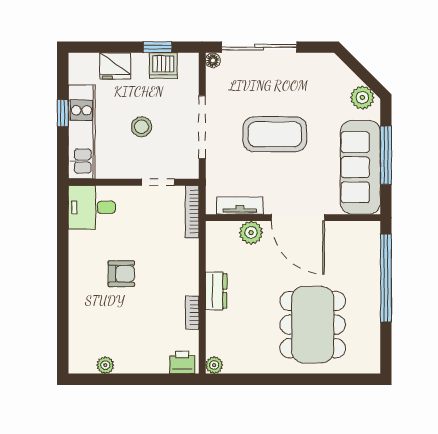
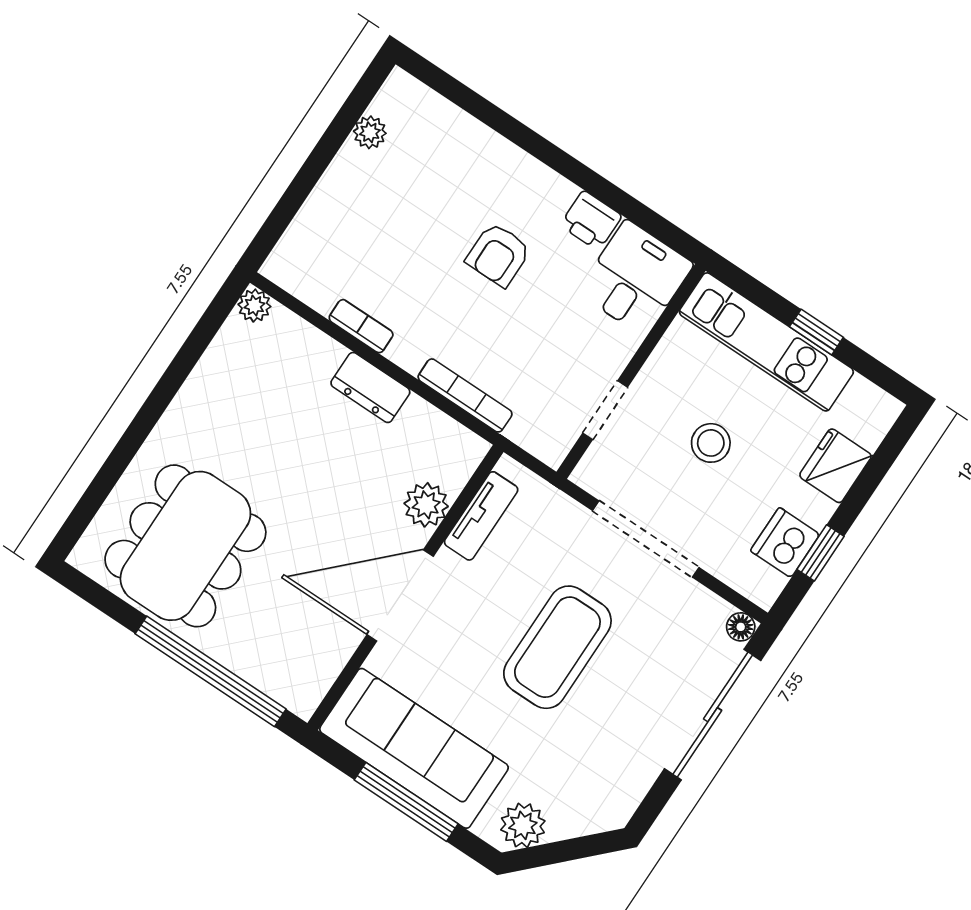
bookcase: (192, 212) -> (465, 395), moved
dining table: (313, 325) -> (185, 546), moved, turned 90
printer: (182, 362) -> (591, 221), moved, turned 90

